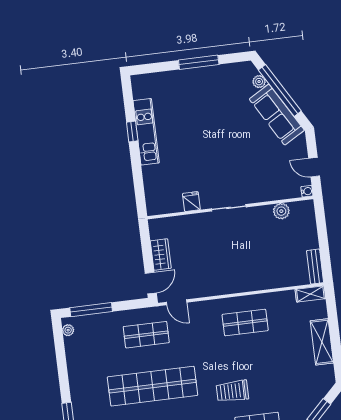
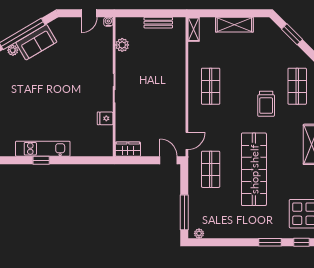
sofa: (277, 115) -> (36, 42), width x0.73
wardrobe: (161, 254) -> (128, 149), moved
bench: (315, 267) -> (158, 23), moved

